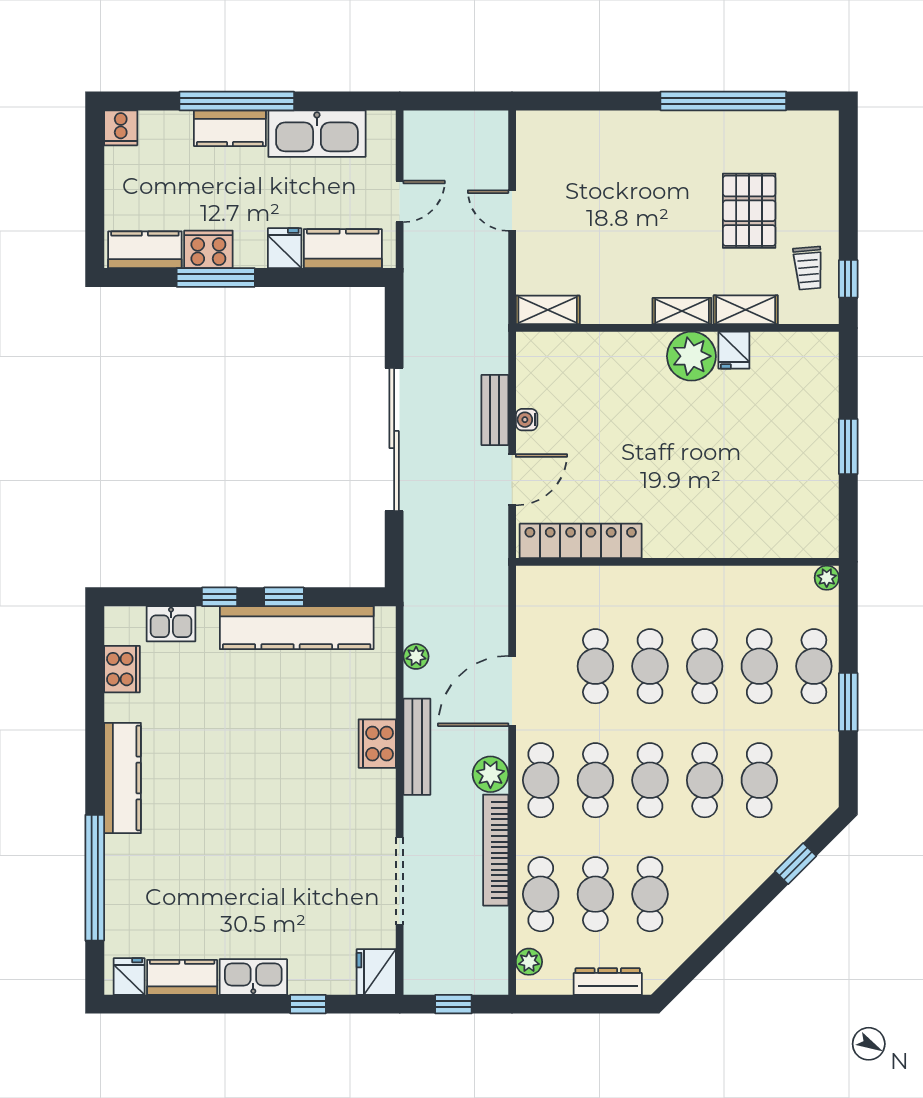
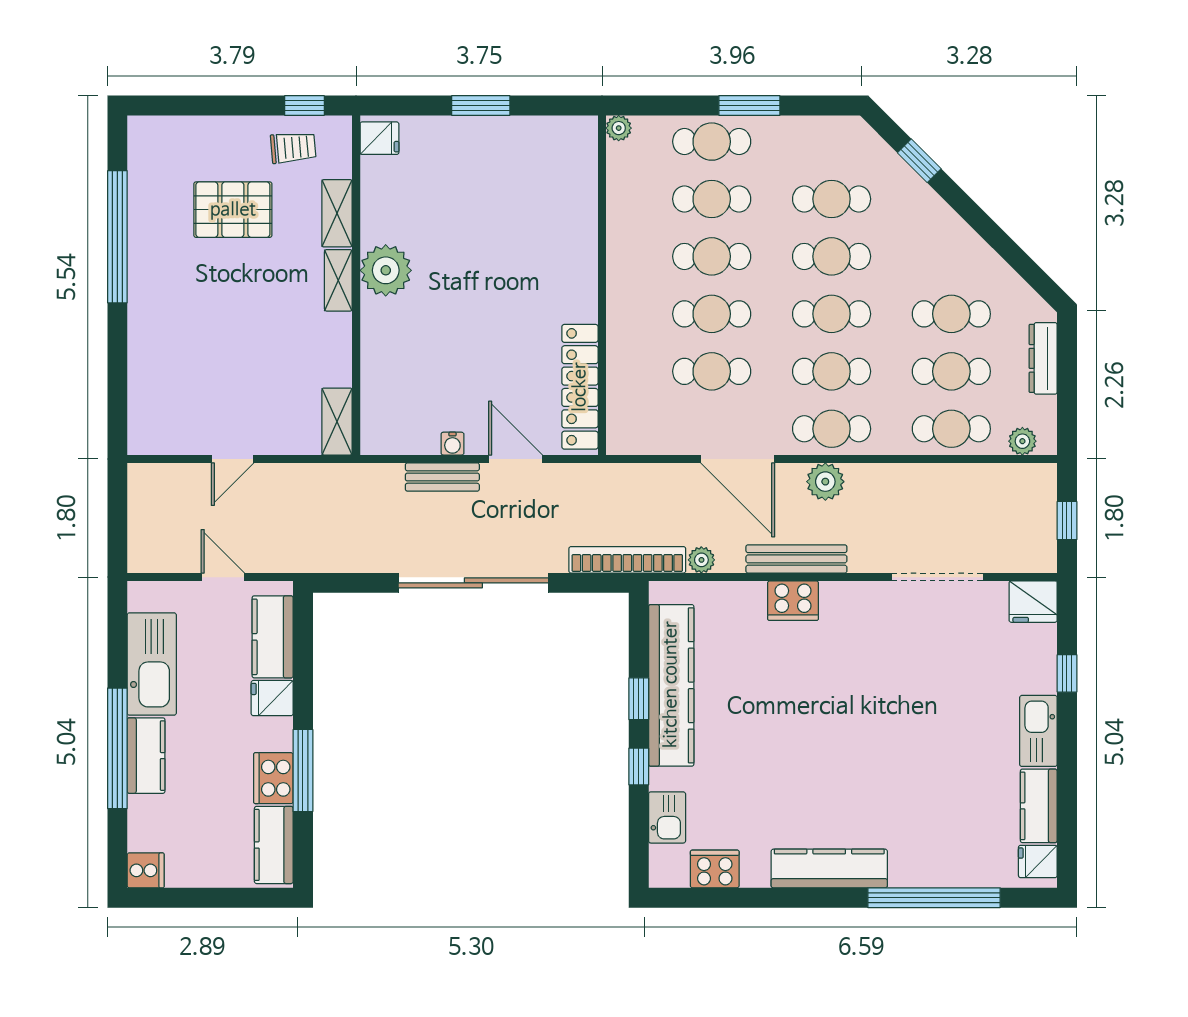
fridge: (734, 350) -> (379, 138), moved
bookcase: (496, 850) -> (627, 560), moved, turned 180

